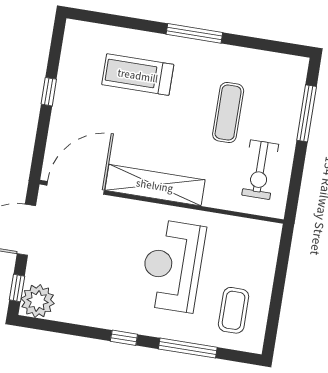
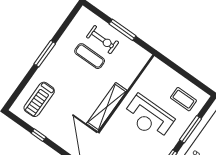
treadmill: (138, 75) -> (39, 99), moved
window: (307, 113) -> (123, 30), moved
exercise bike: (260, 170) -> (103, 40), moved

